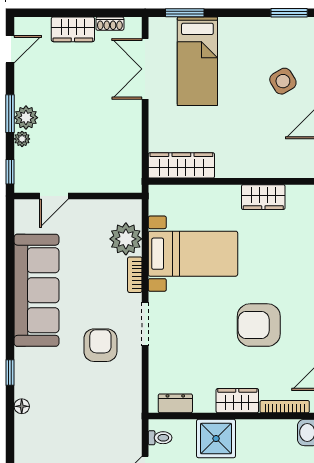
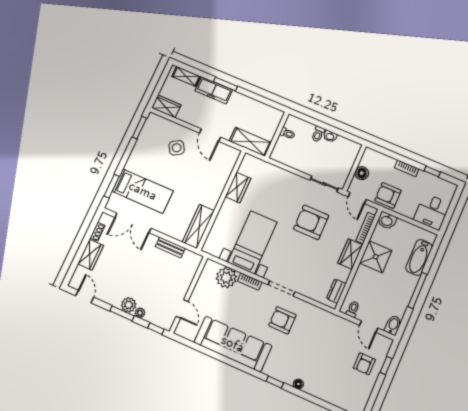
bench: (134, 139) -> (170, 247), added
armchair: (259, 325) -> (311, 222), turned 90
shower: (216, 439) -> (376, 257), moved

